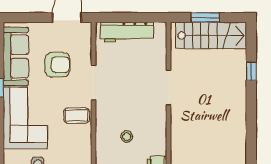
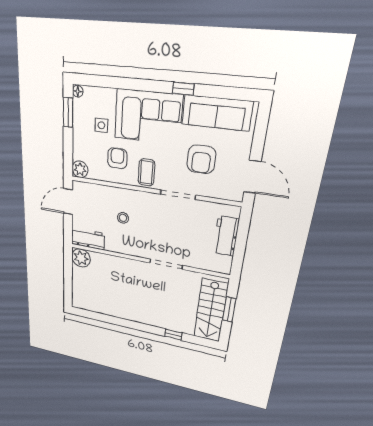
workbench: (127, 32) -> (226, 236), width x0.73
armchair: (67, 146) -> (117, 158), added

